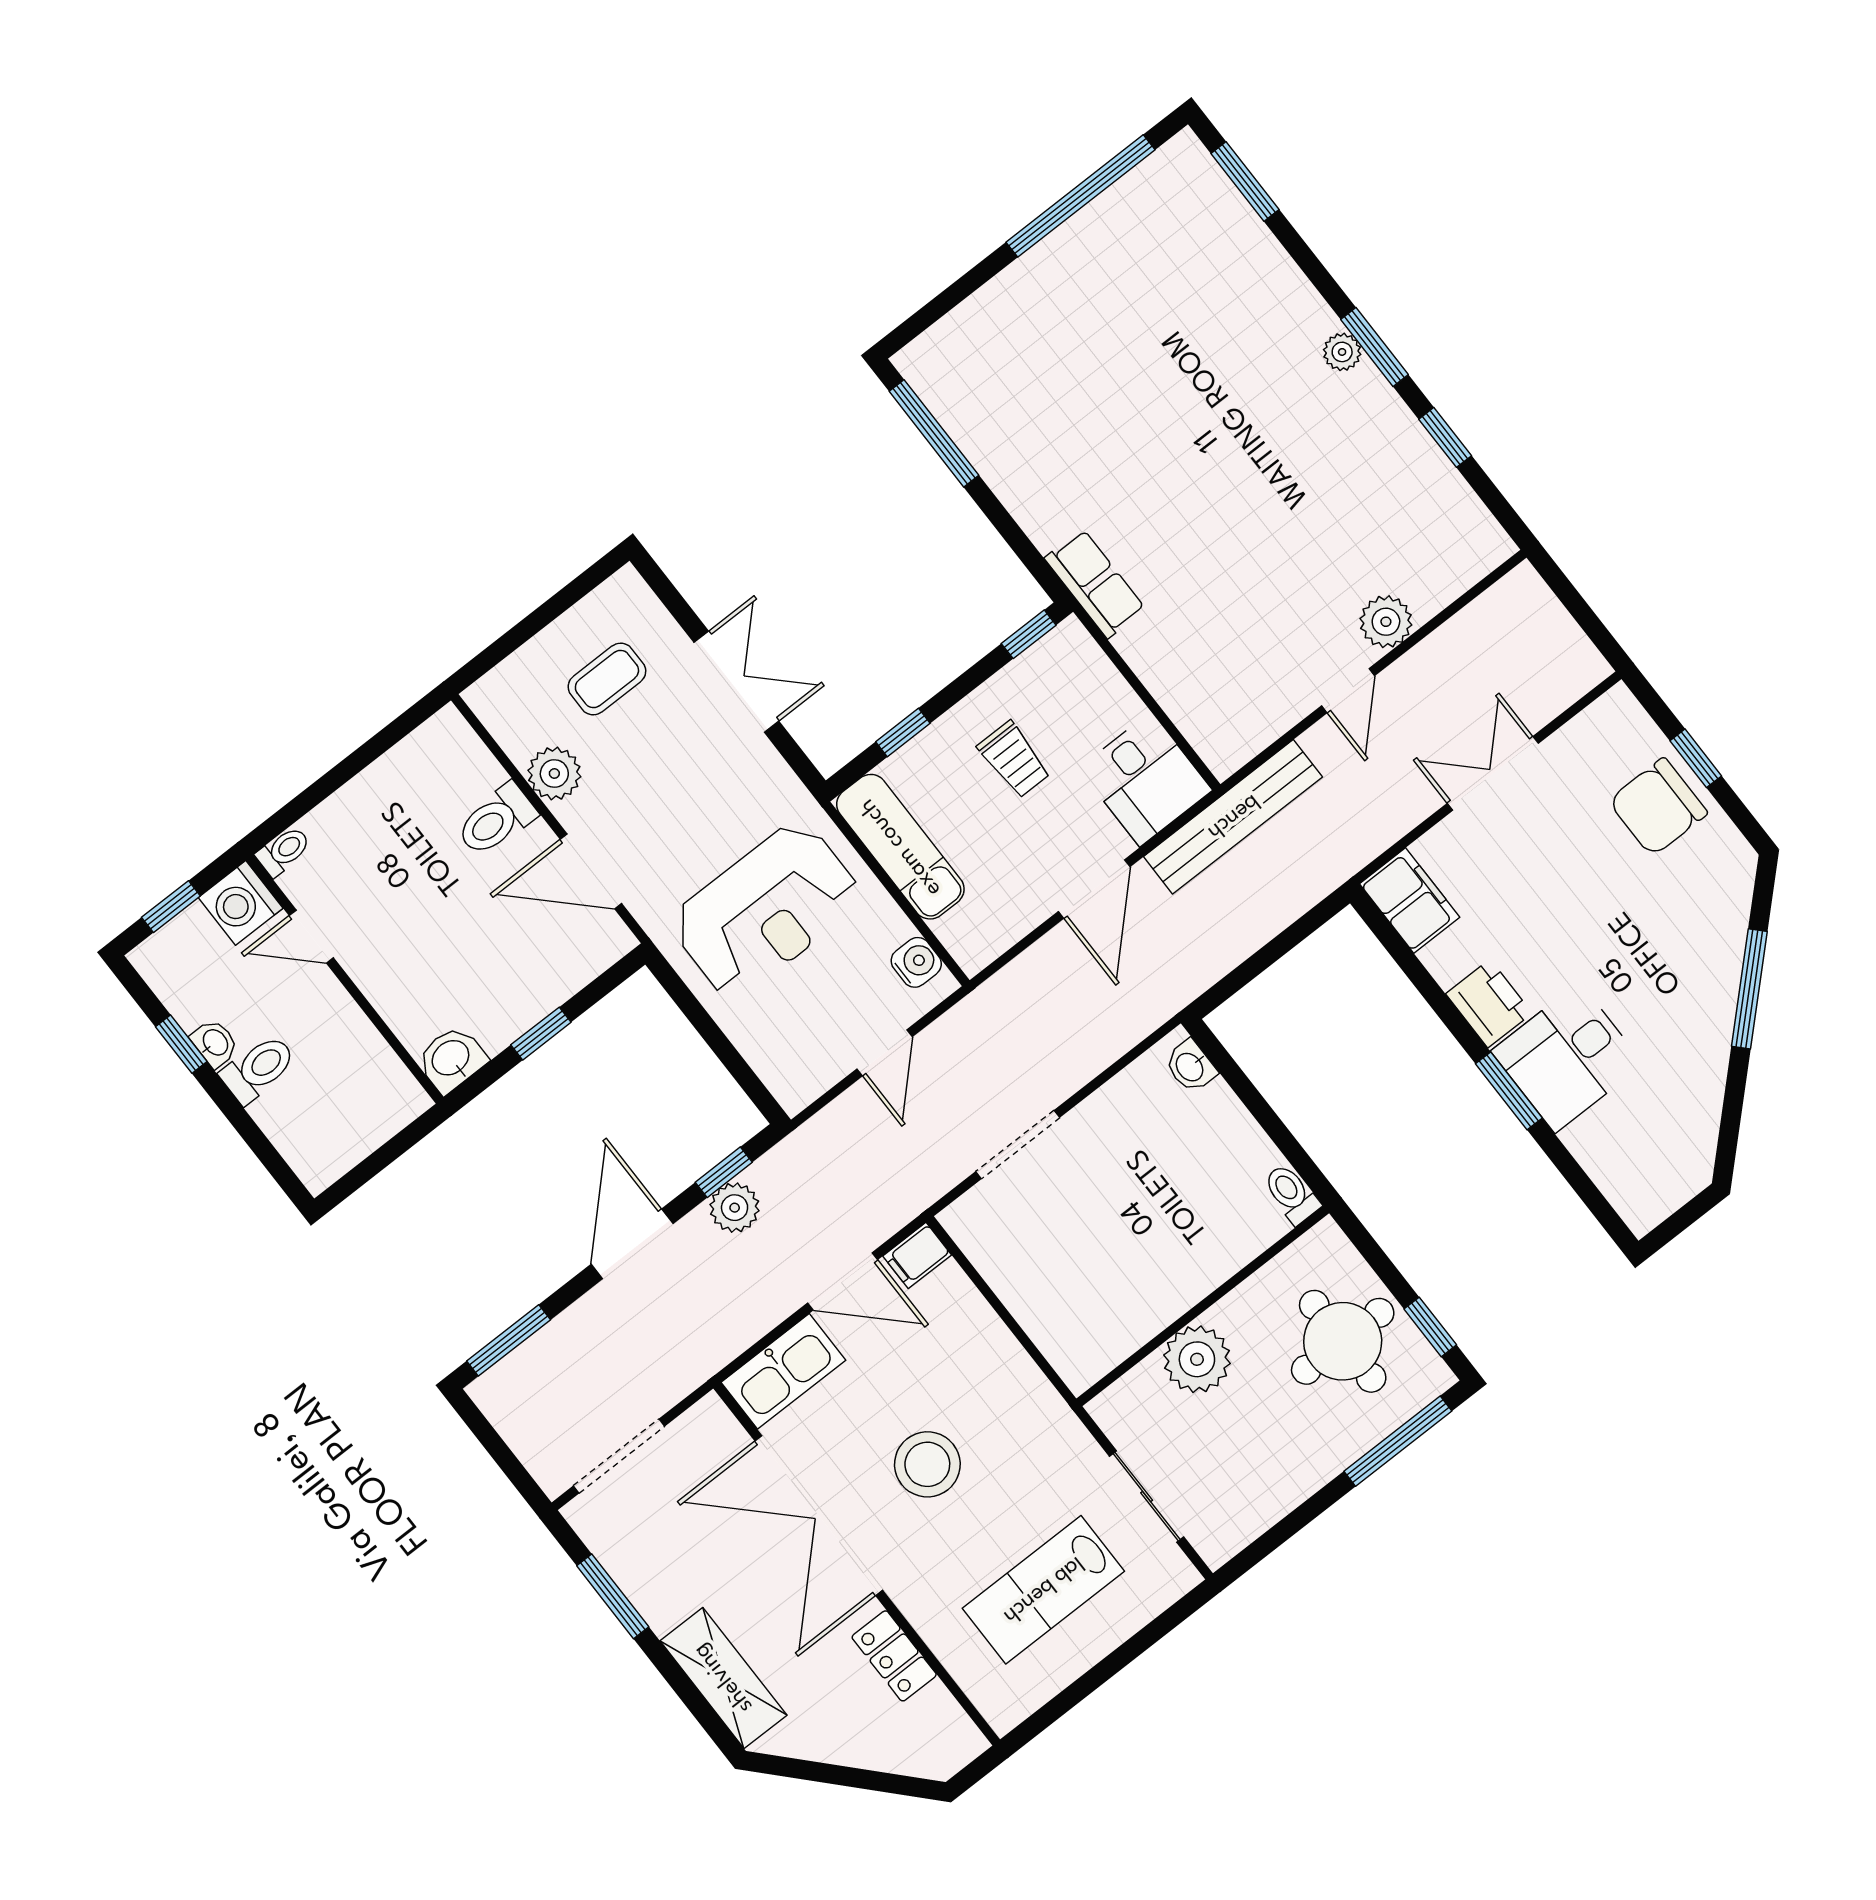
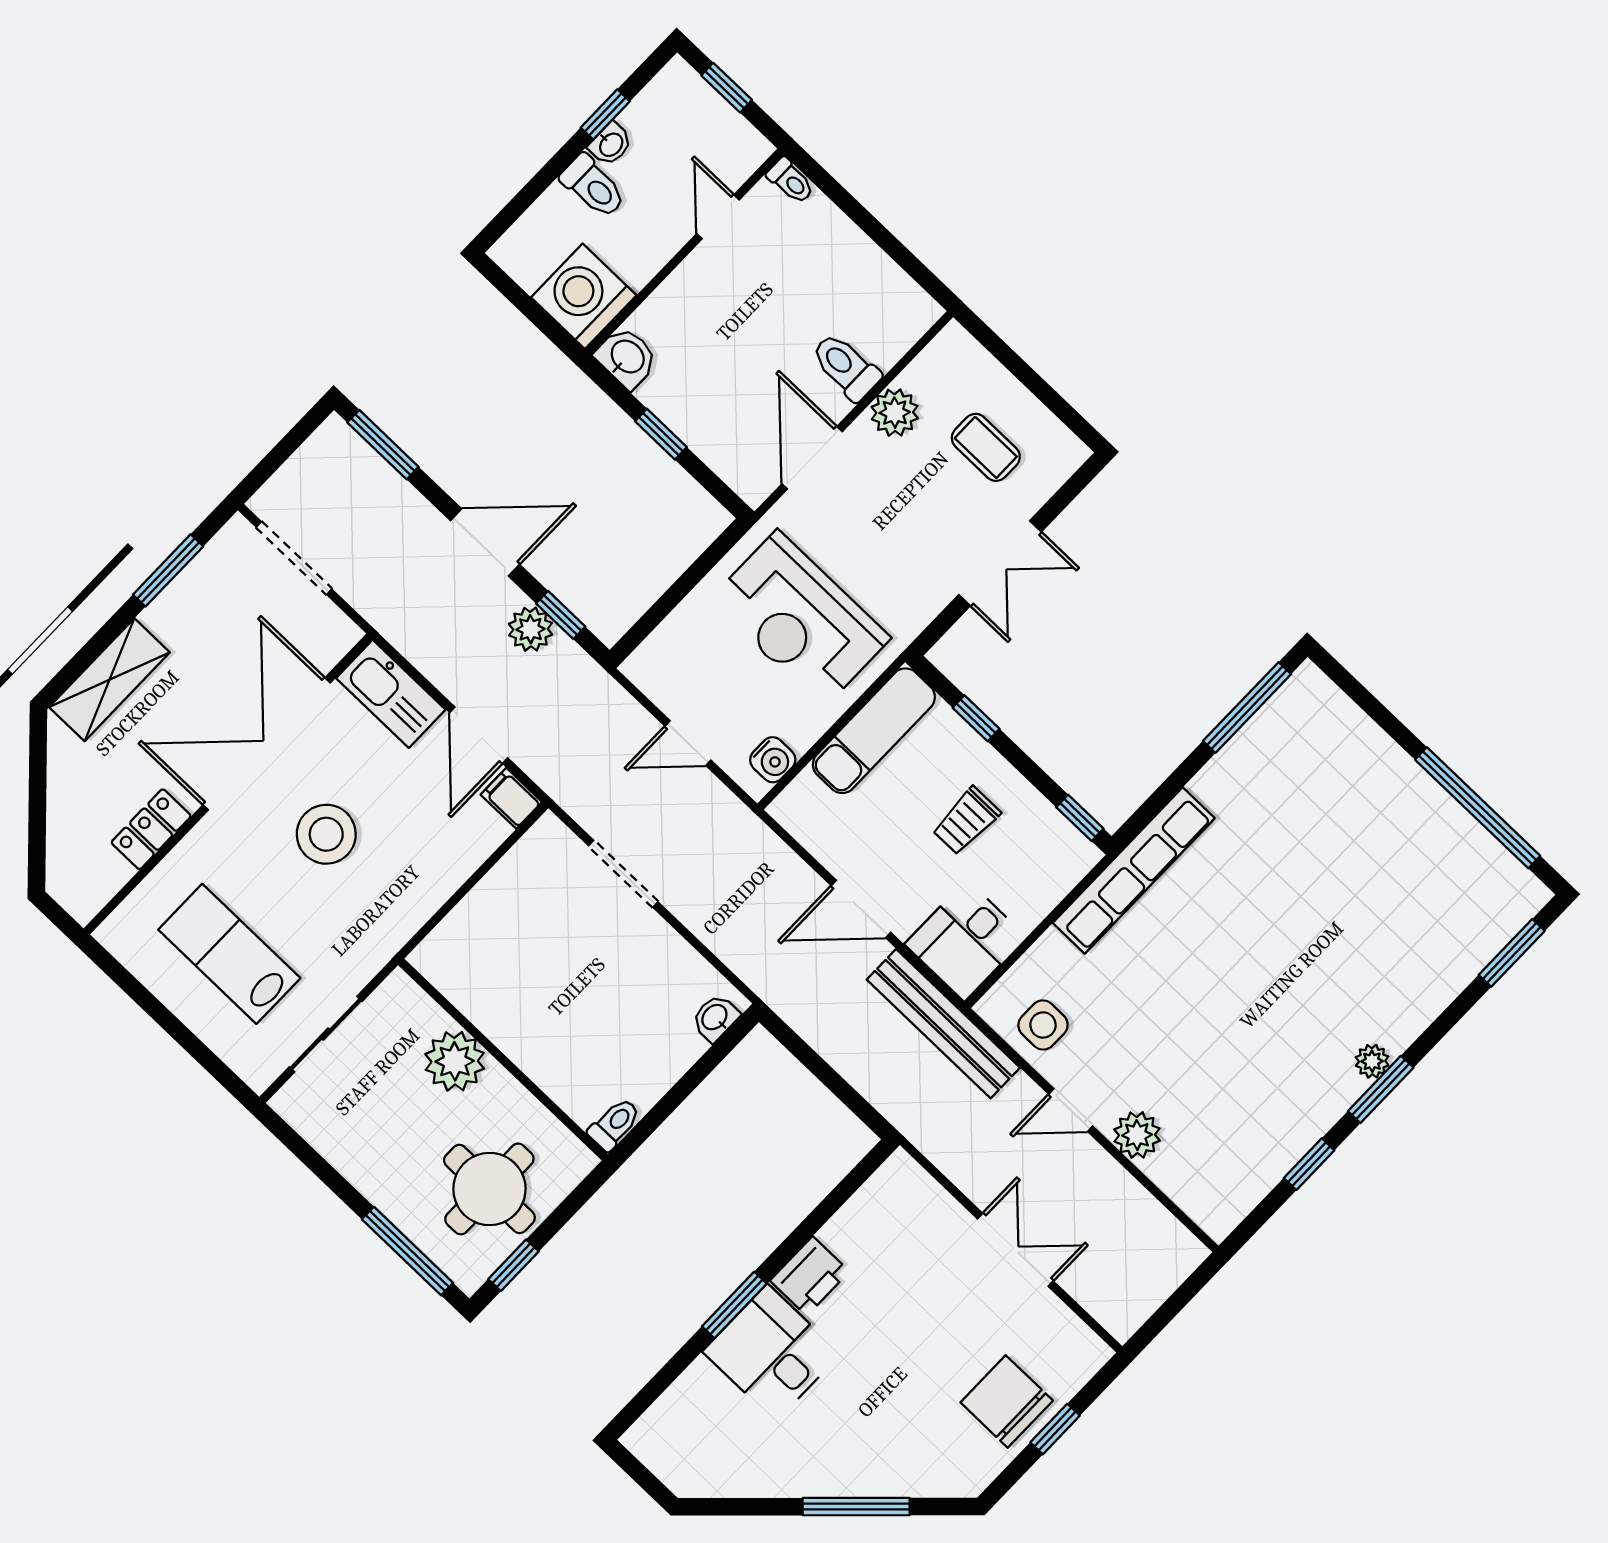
row of seats: (1095, 584) -> (1134, 871), width x2.02
side table: (1250, 708) -> (1043, 1025), added
filing cabinet: (1410, 900) -> (891, 1192), removed
washing machine: (241, 903) -> (584, 296), moved, width x1.37, depth x1.37

